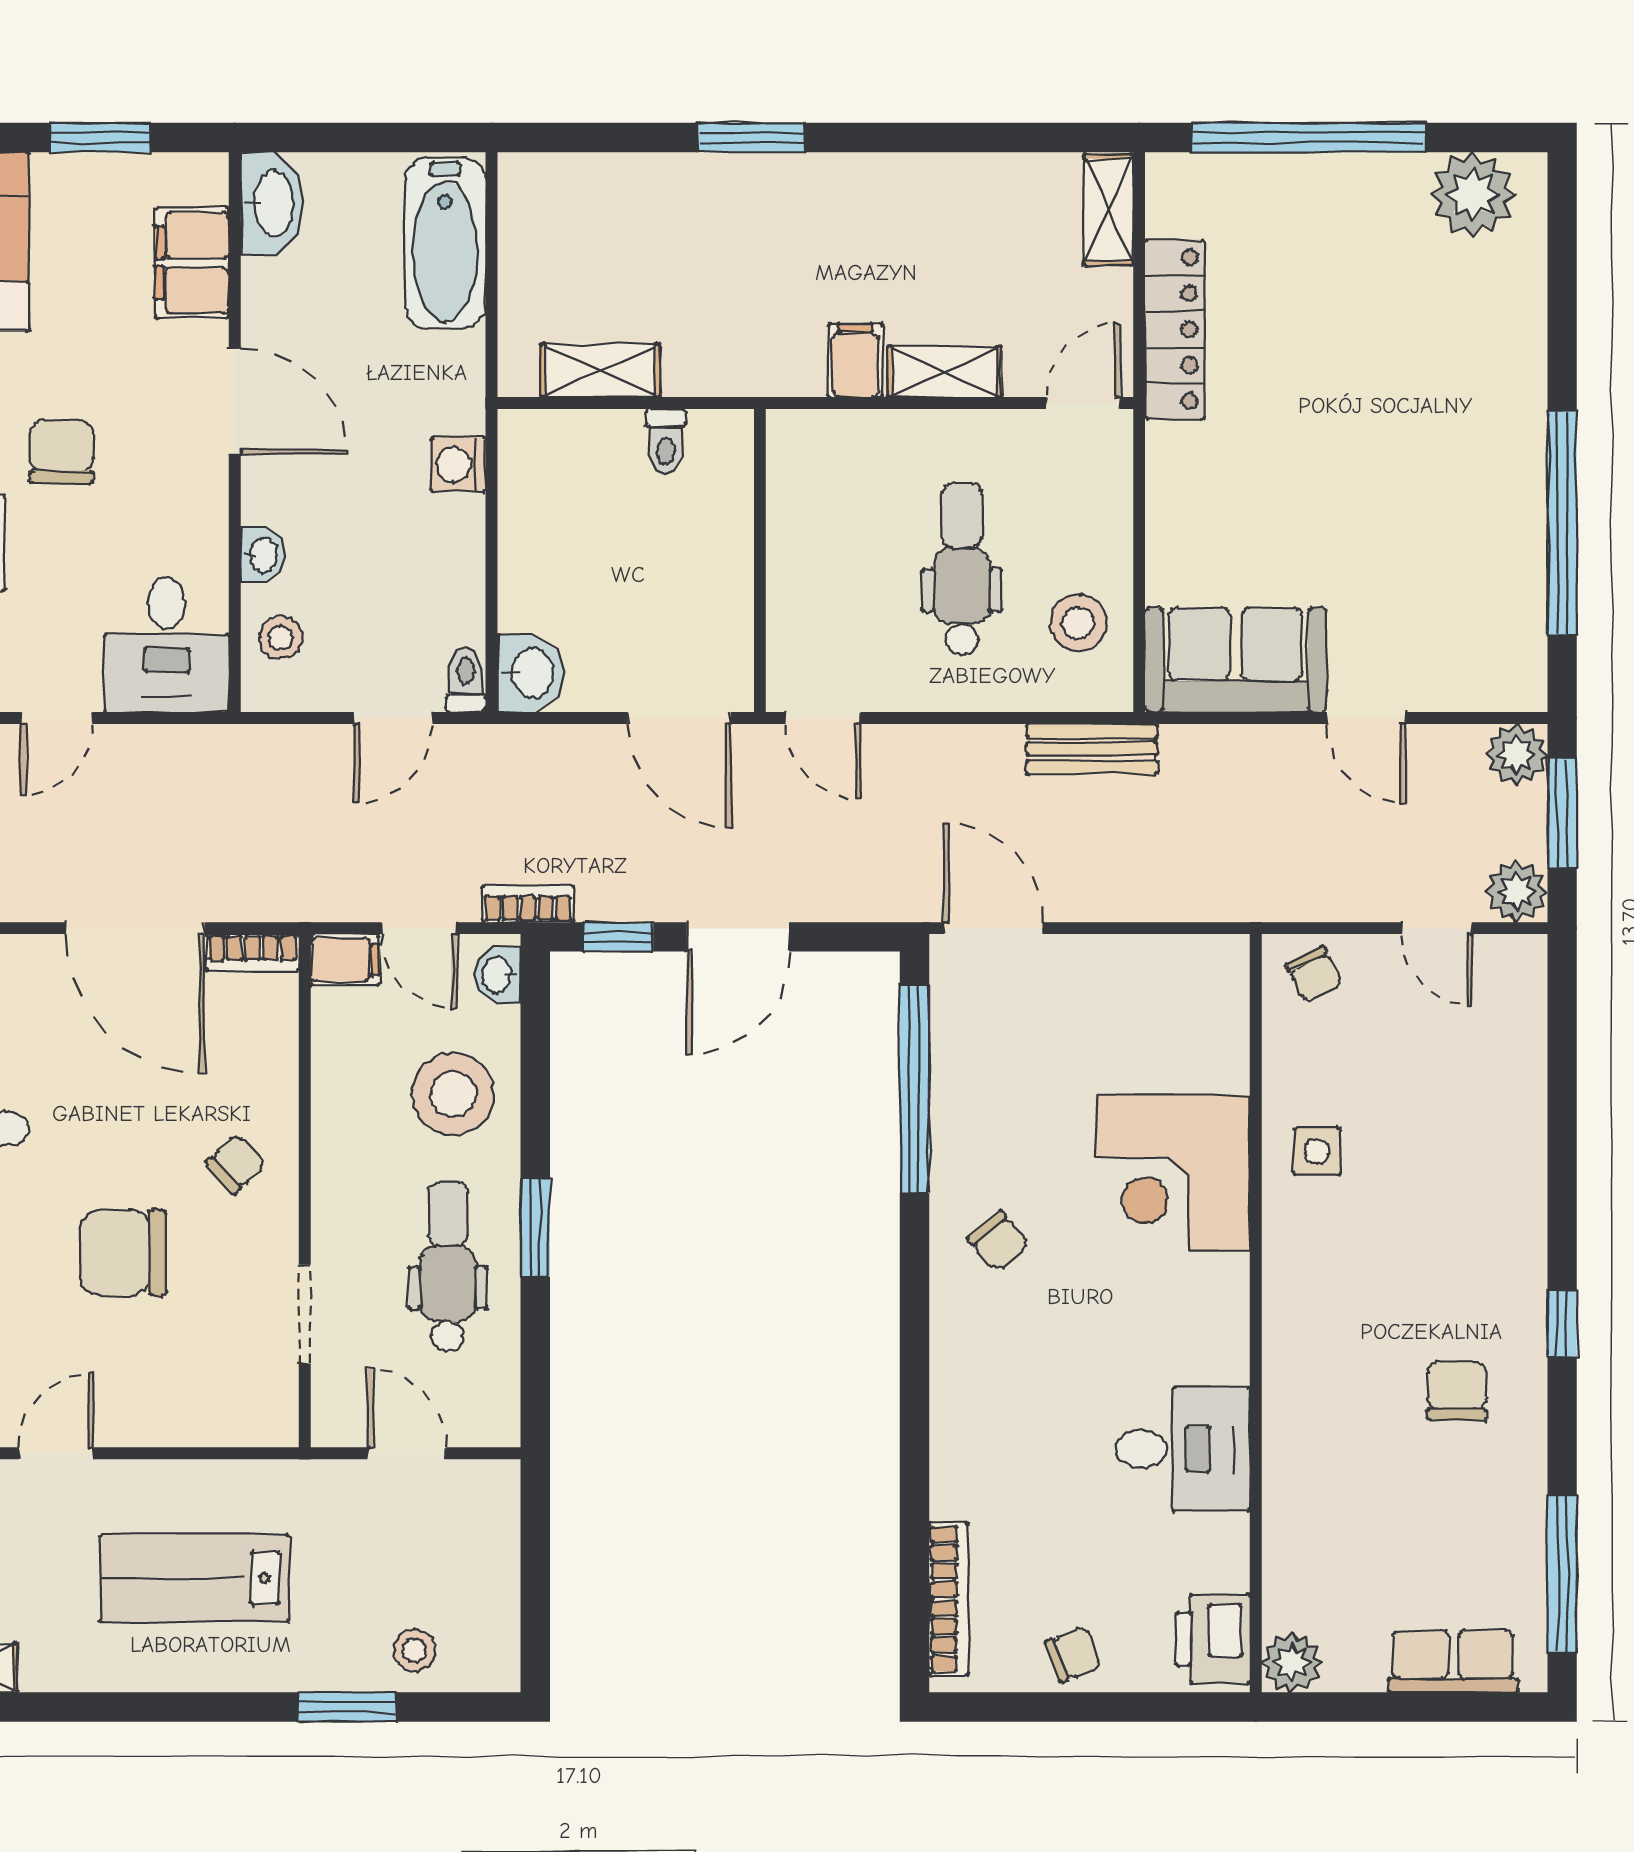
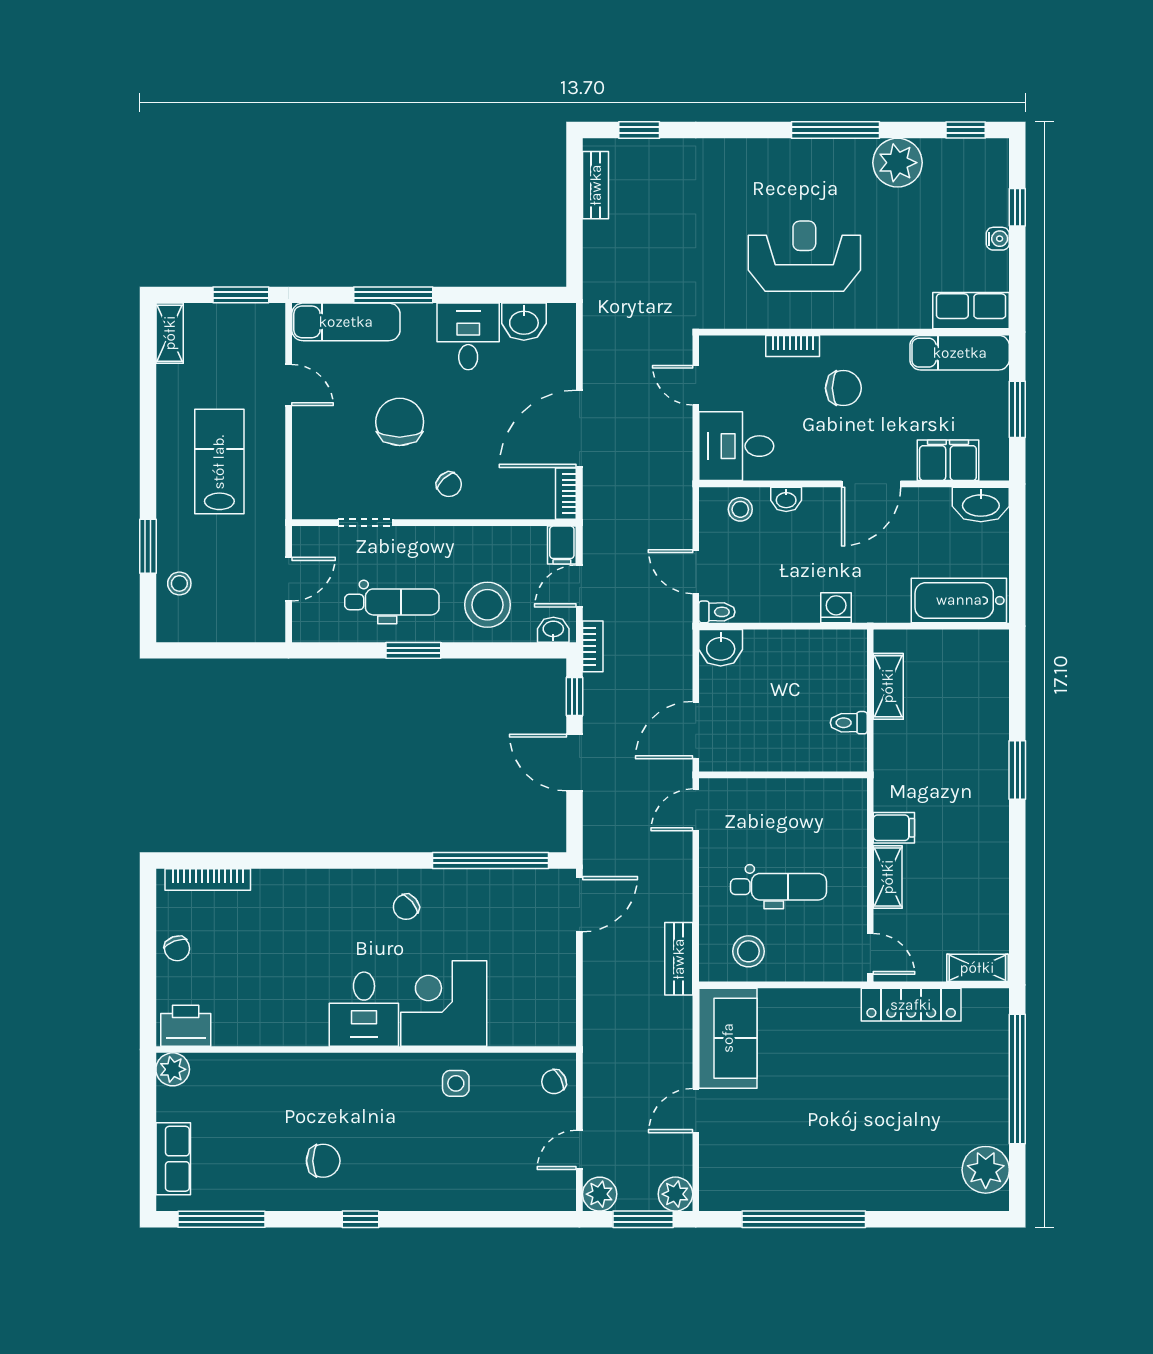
desk: (1183, 1449) -> (364, 1009), moved

